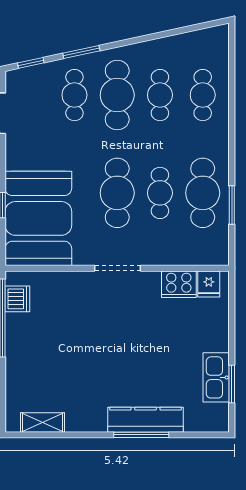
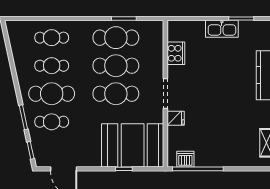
cafe table: (160, 193) -> (116, 66), width x1.37, depth x1.35
fridge: (209, 284) -> (176, 118), moved
kitchen sink: (216, 377) -> (222, 29), moved

